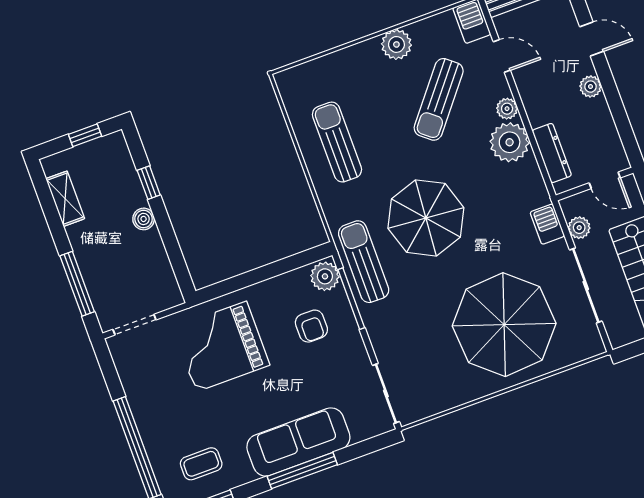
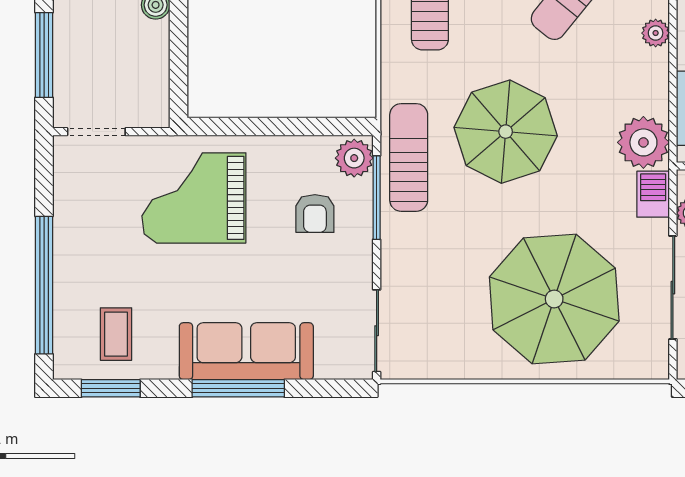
plant: (510, 142) -> (643, 142), moved
coffee table: (201, 464) -> (116, 334), turned 90

